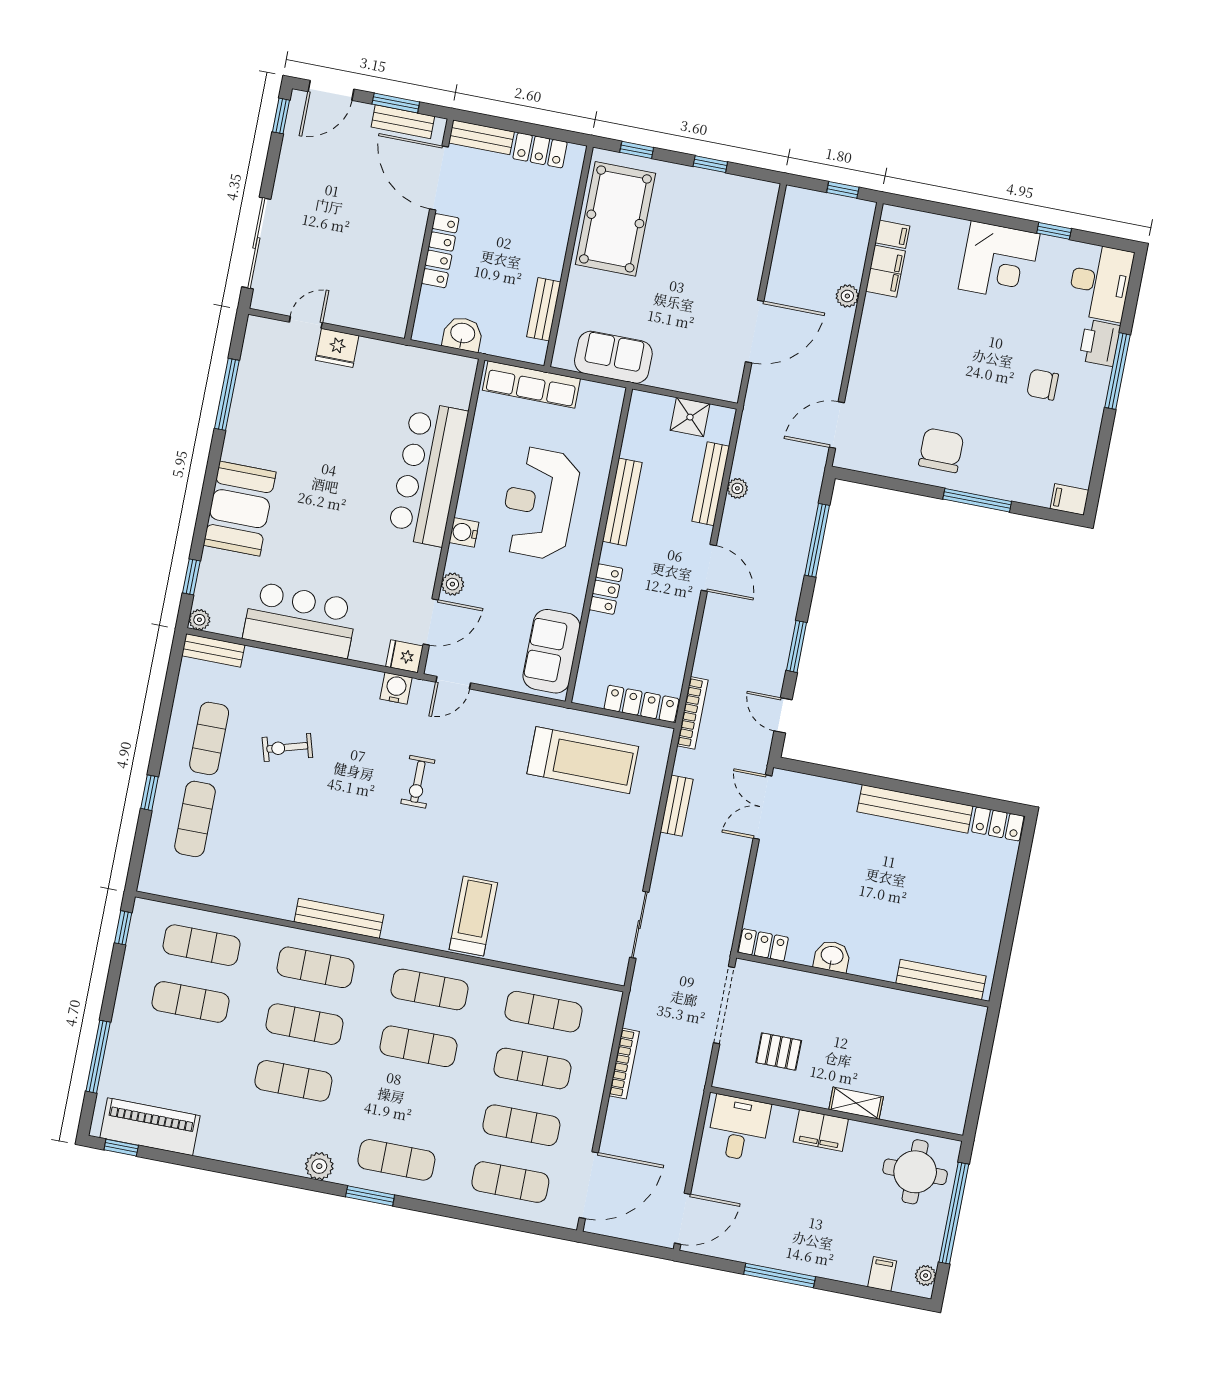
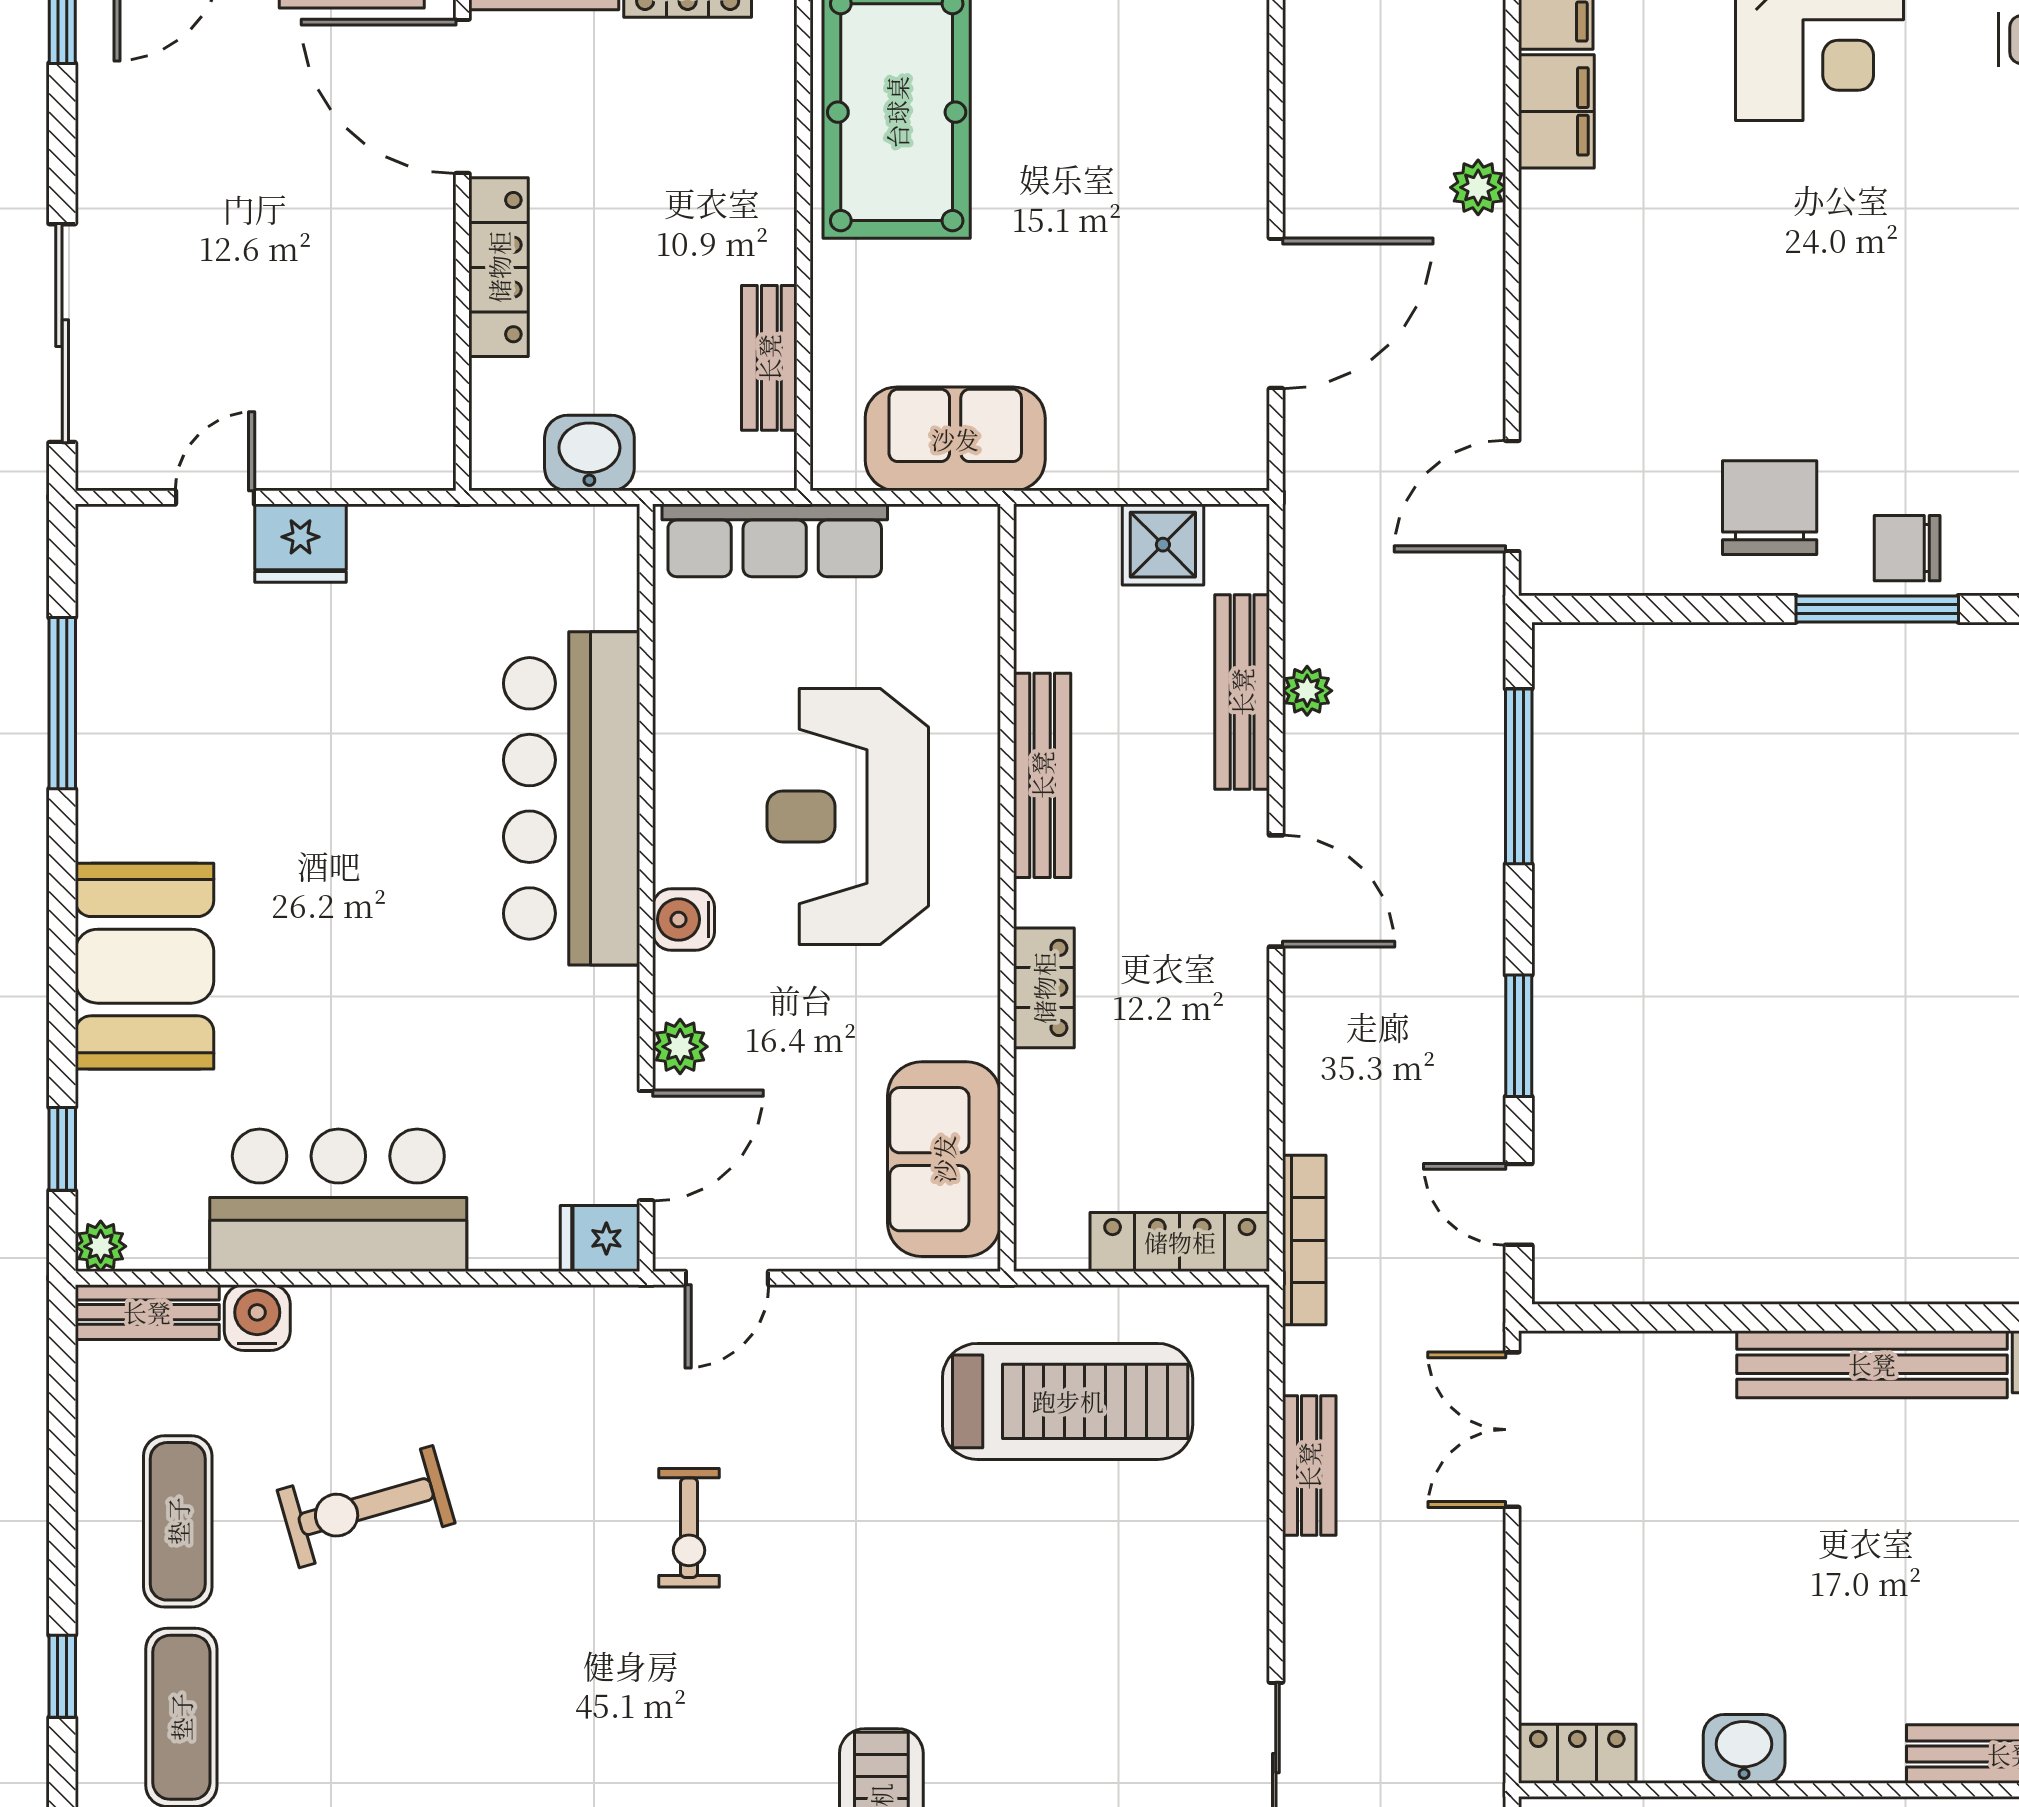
chair: (1043, 385) -> (1907, 548), moved
water cooler: (396, 688) -> (257, 1318), moved
exercise bike: (287, 747) -> (366, 1507), width x1.38, depth x1.39

